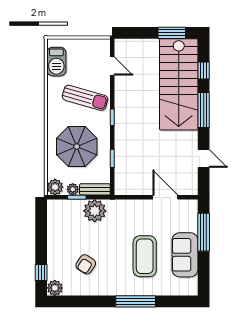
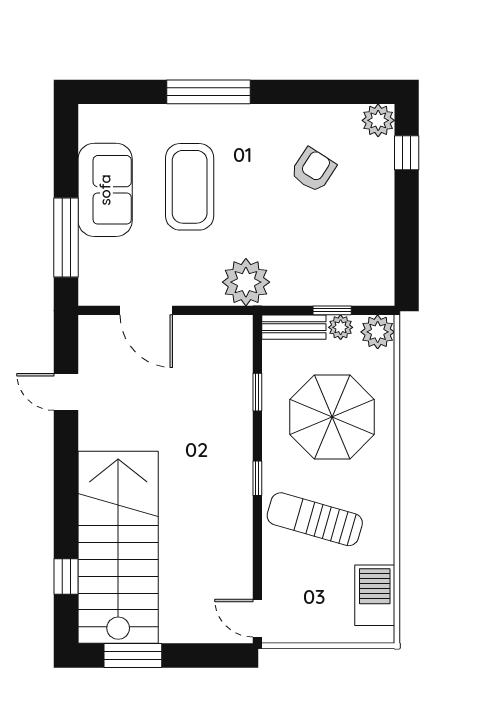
door: (112, 66) -> (257, 618), moved
window: (204, 110) -> (66, 494), removed
plant: (95, 211) -> (246, 282), moved

